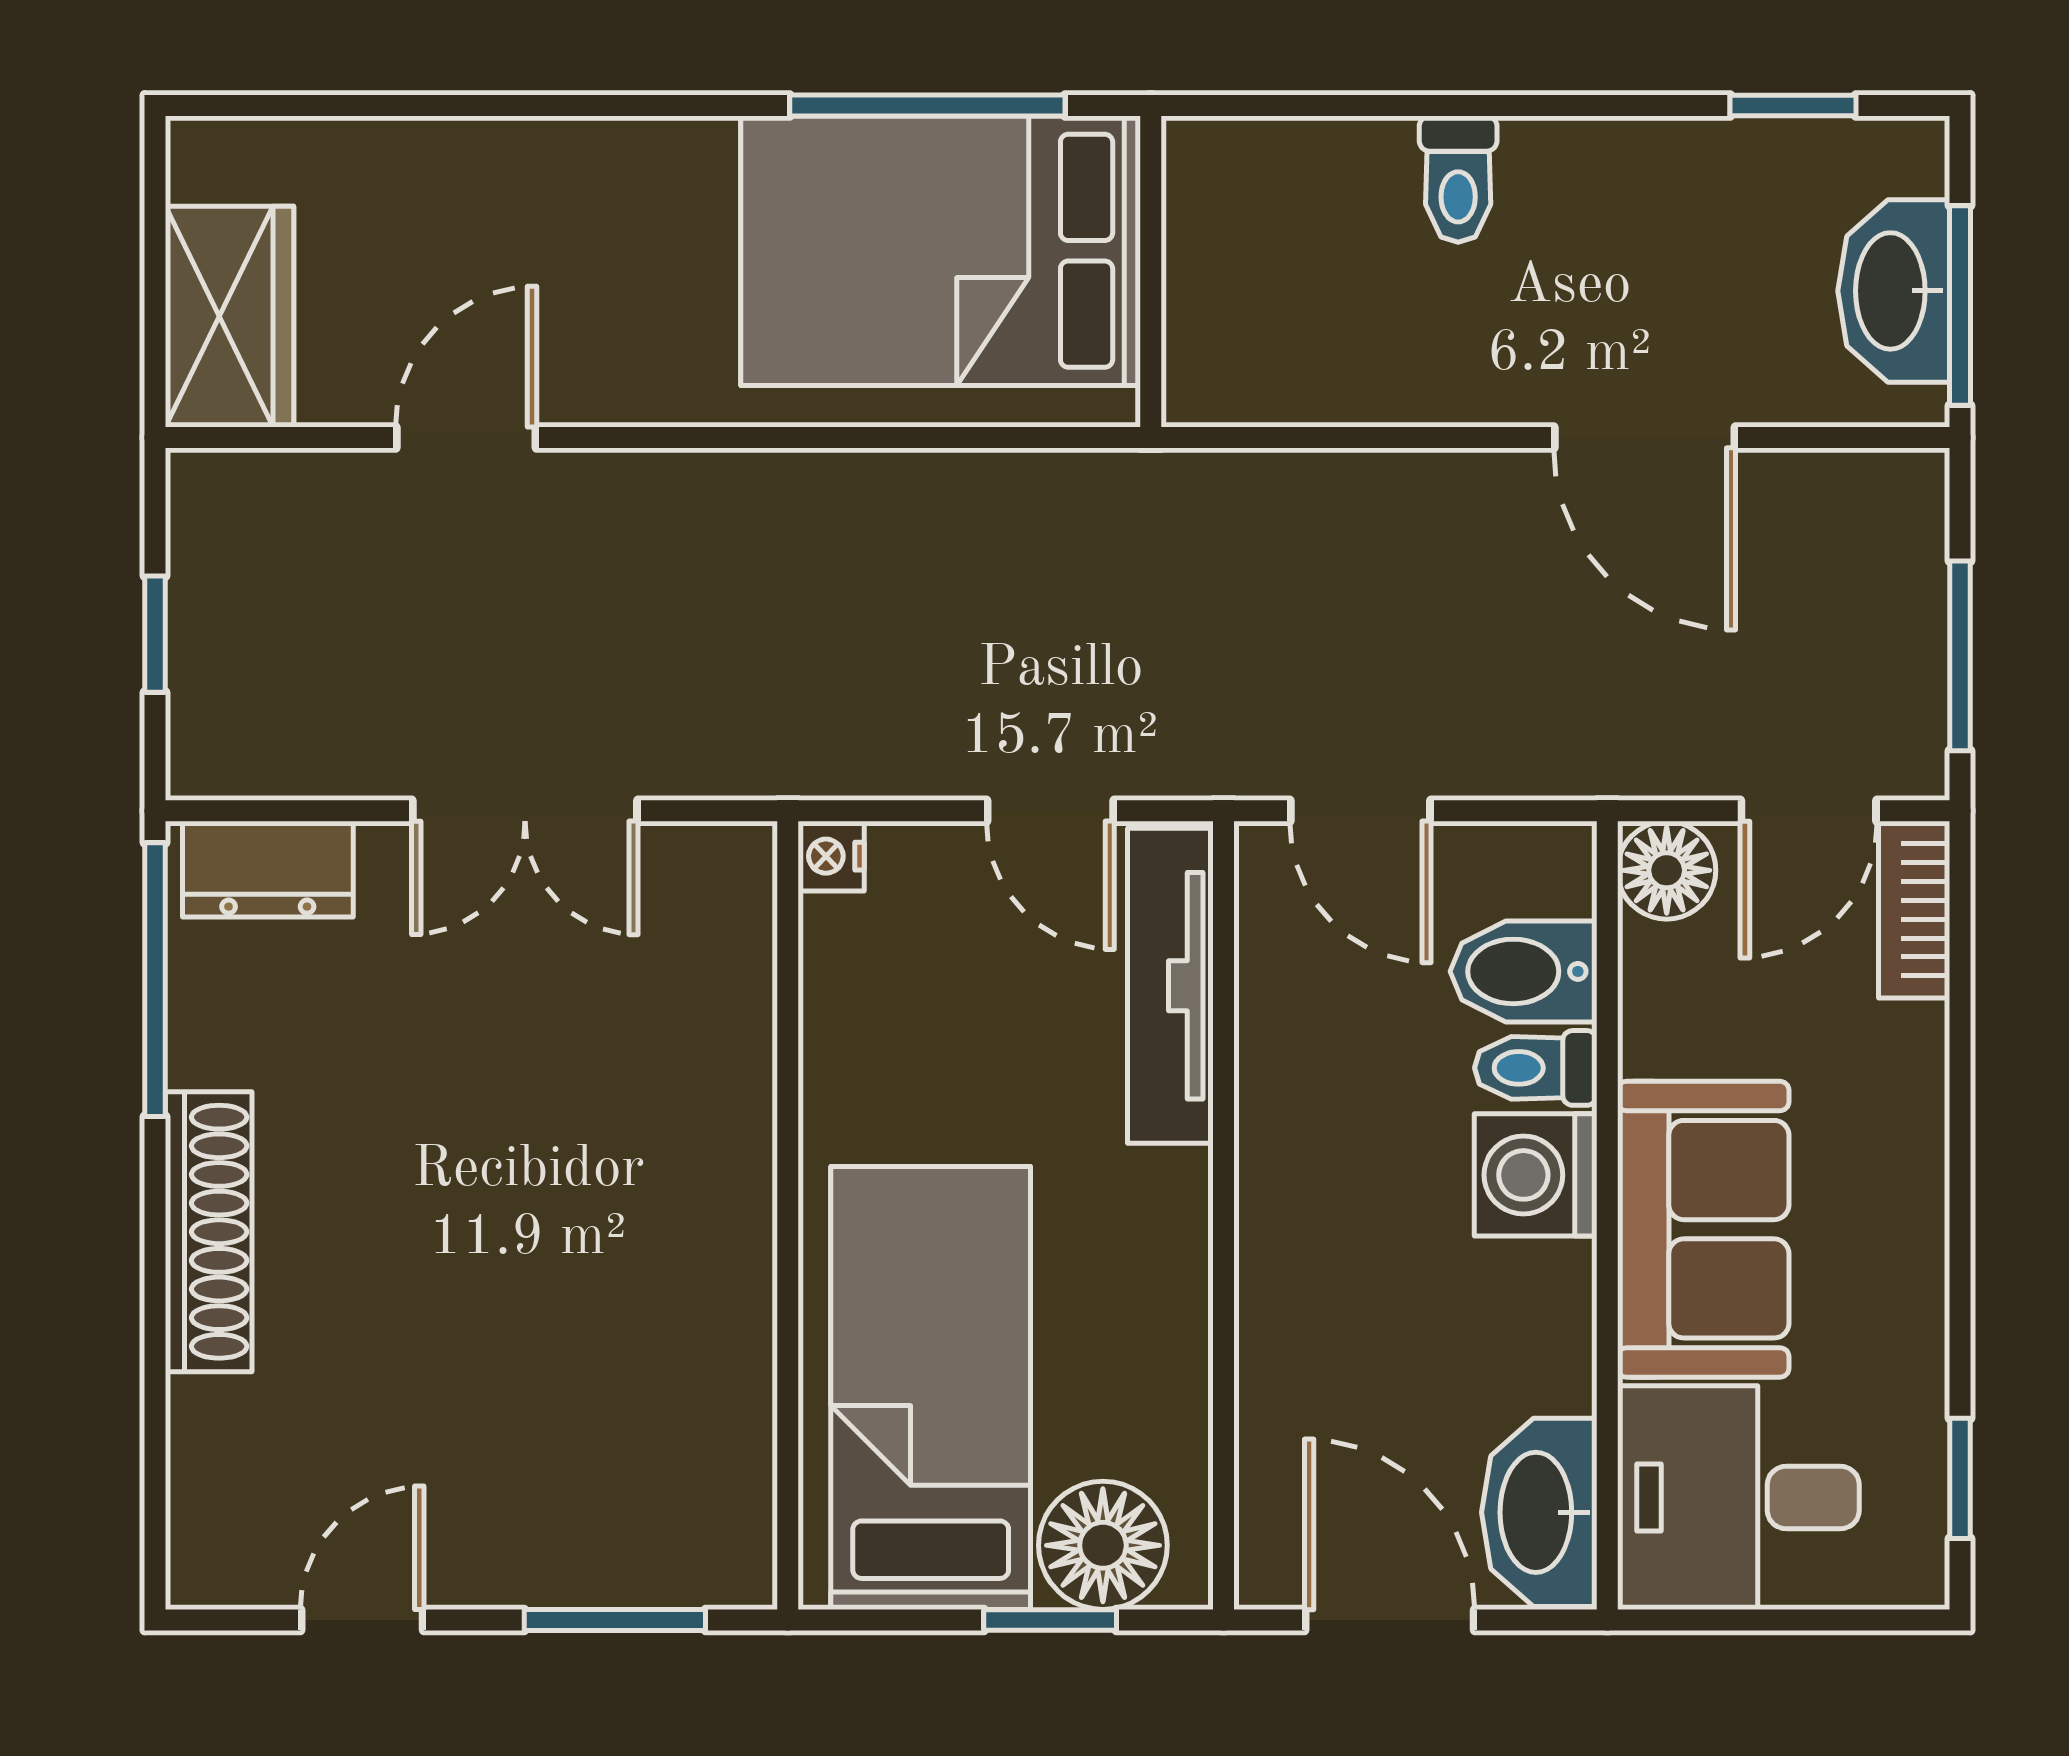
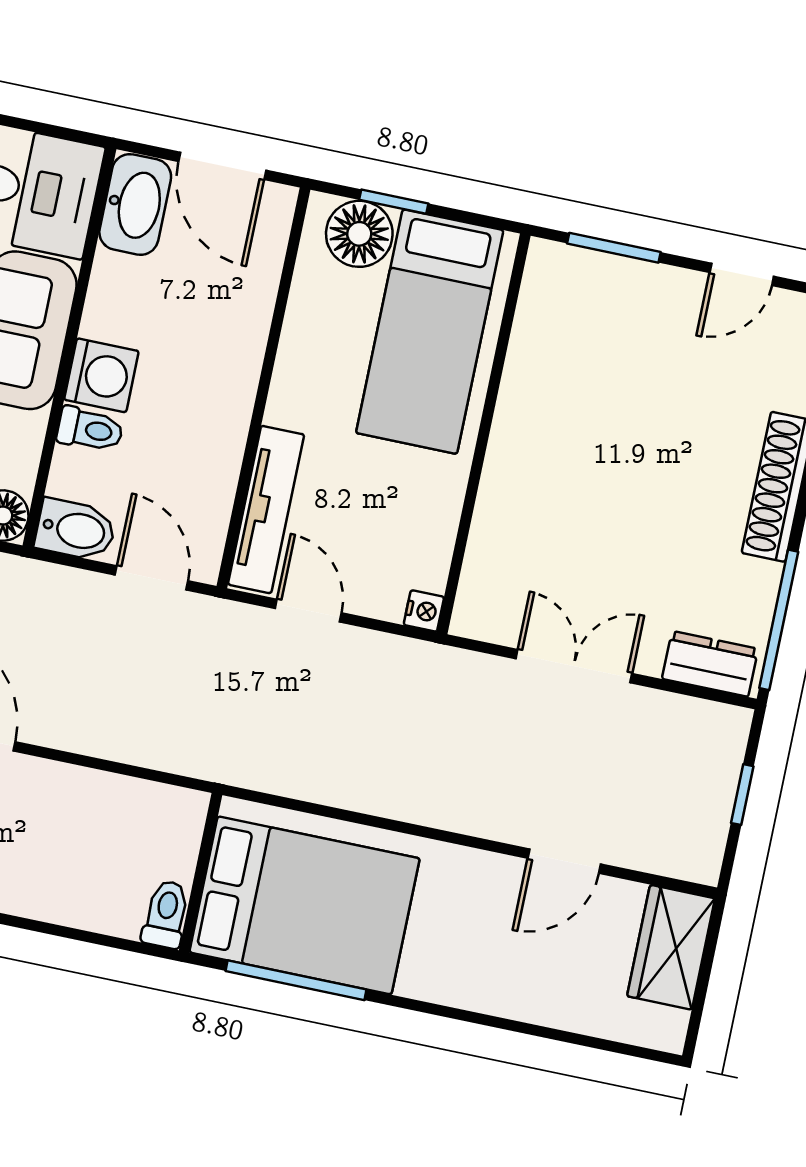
toilet: (1458, 179) -> (166, 914), moved
bidet: (1524, 971) -> (76, 530), moved

